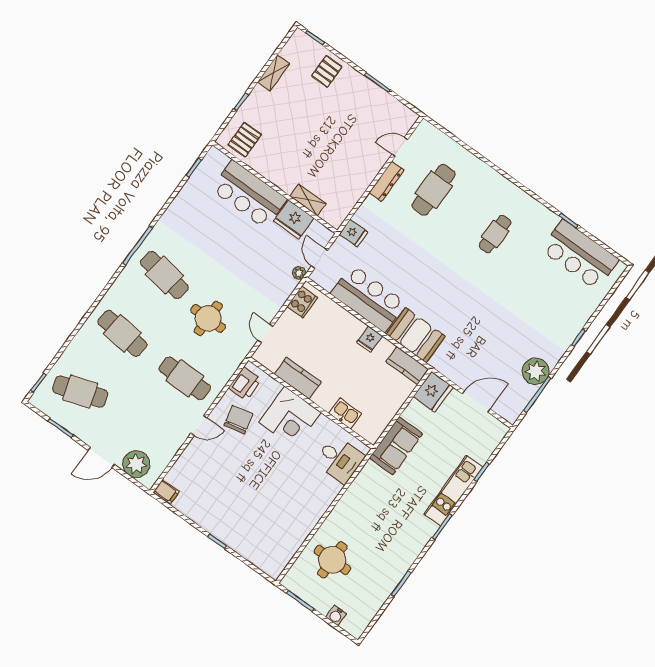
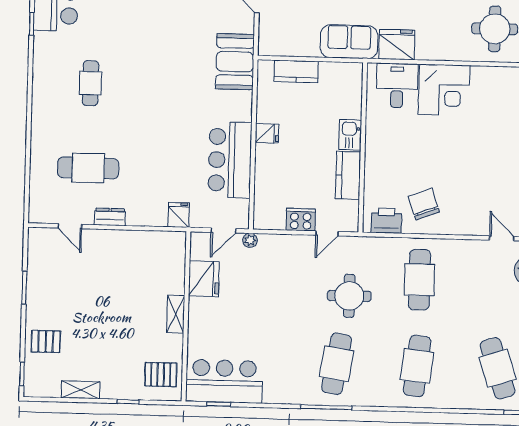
dresser: (387, 181) -> (110, 217), width x0.70
bar counter: (249, 194) -> (224, 381), moved, turned -90
shelving: (308, 200) -> (176, 314), moved
cafe table: (495, 234) -> (90, 83), turned 90
cooker: (302, 302) -> (301, 220), moved
booth: (416, 335) -> (235, 62), moved
kitchen counter: (407, 366) -> (296, 71), moved, turned 90
fridge: (433, 392) -> (397, 45), moved
kitchen sink: (345, 413) -> (350, 135), moved
corner desk: (290, 417) -> (444, 90), moved, turned 90
chair: (238, 420) -> (424, 204), turned 83
door: (199, 426) -> (502, 238), moved

